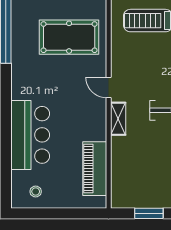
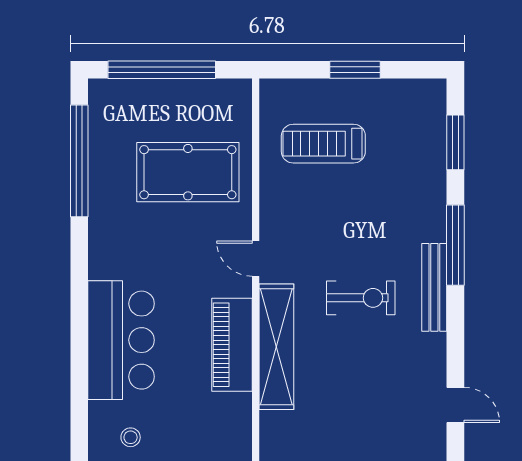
shelving: (118, 119) -> (276, 347), width x2.20, depth x1.33
piano: (95, 169) -> (232, 345), moved

